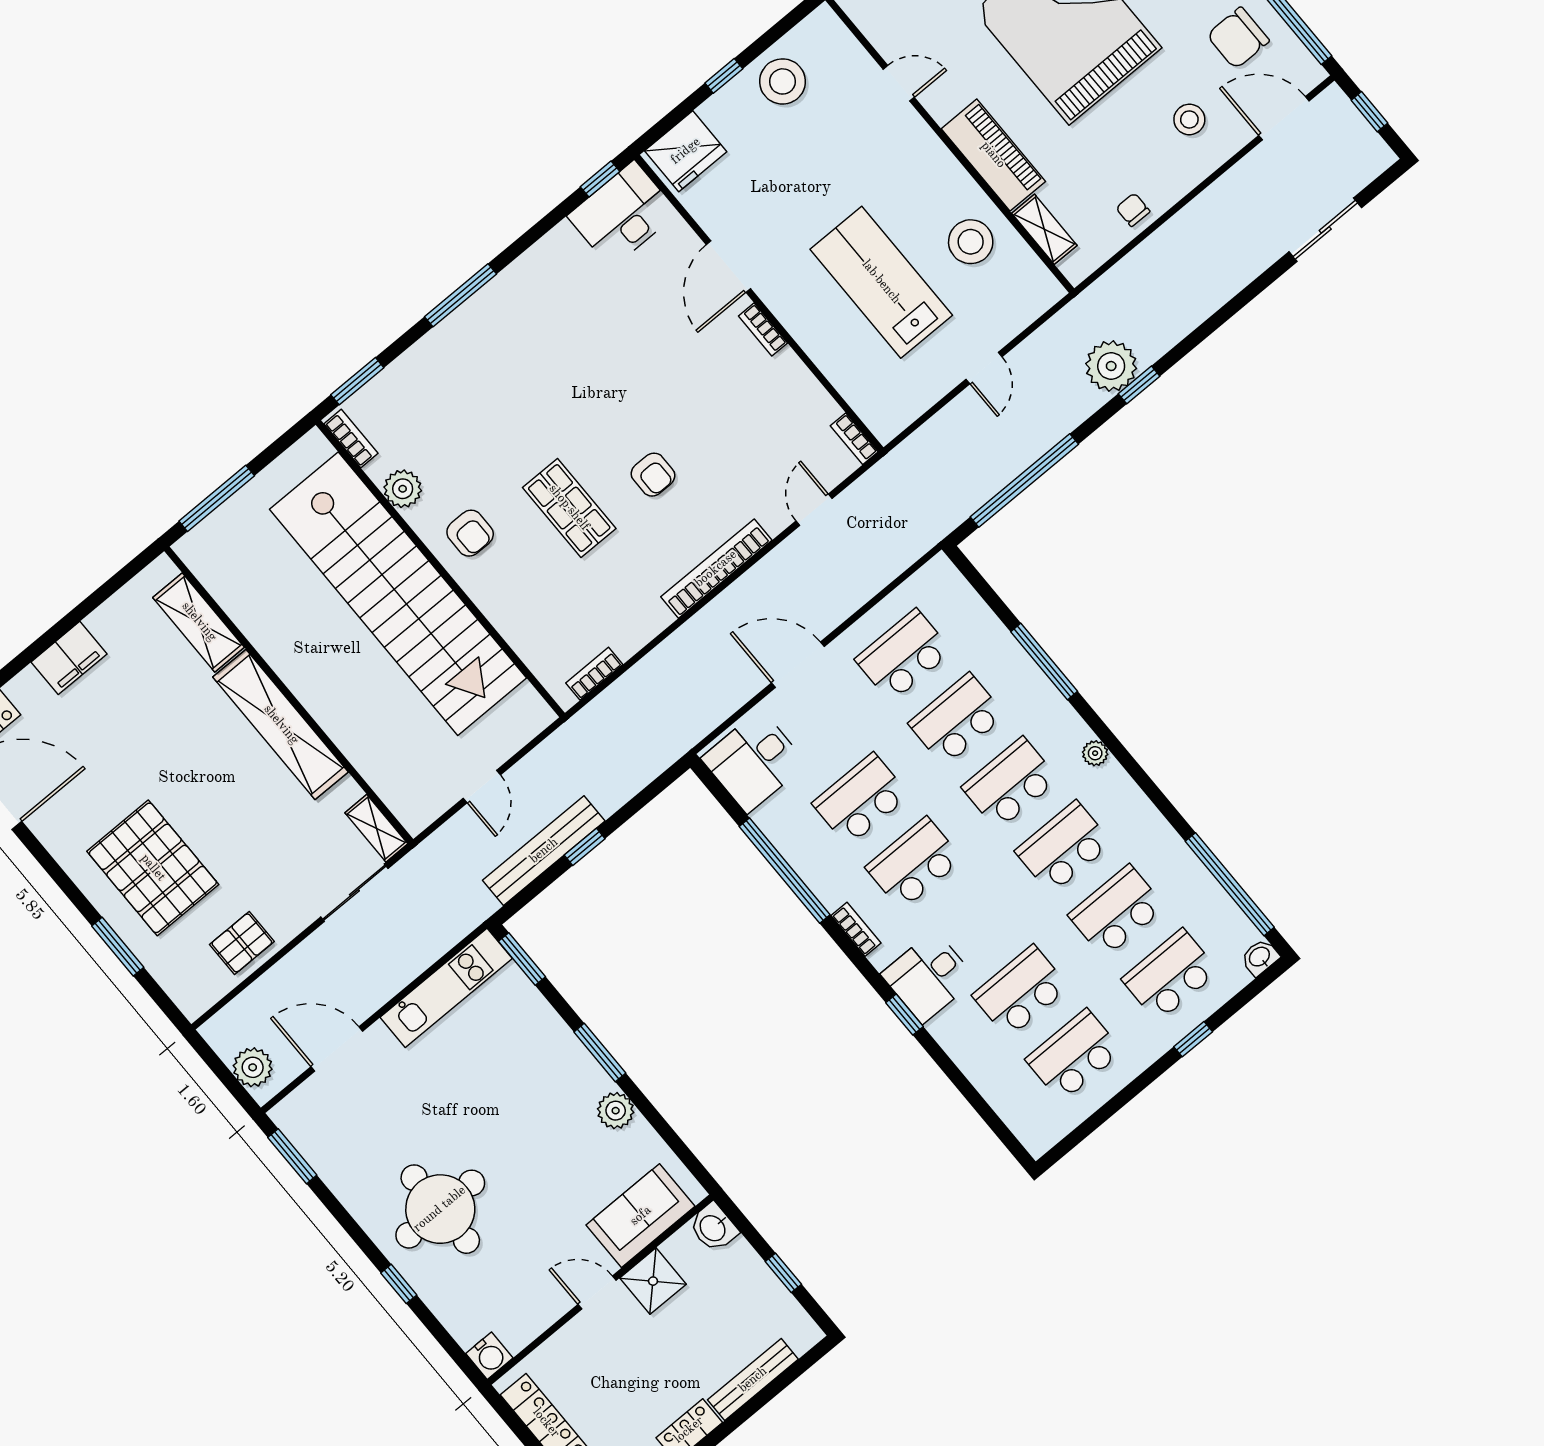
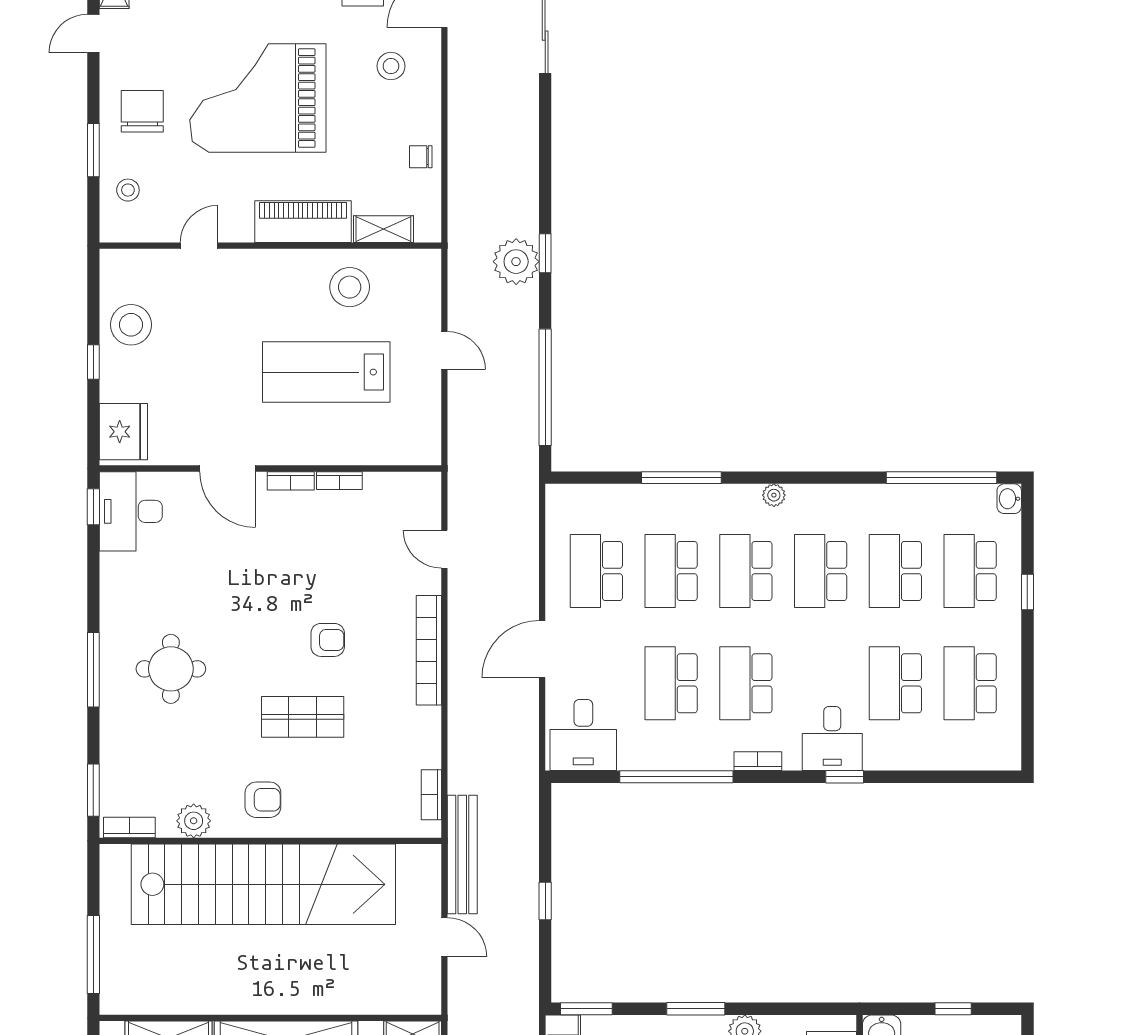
round table: (516, 361) -> (171, 669), added
bookcase: (854, 439) -> (339, 481), moved
bench: (544, 851) -> (462, 855), moved

